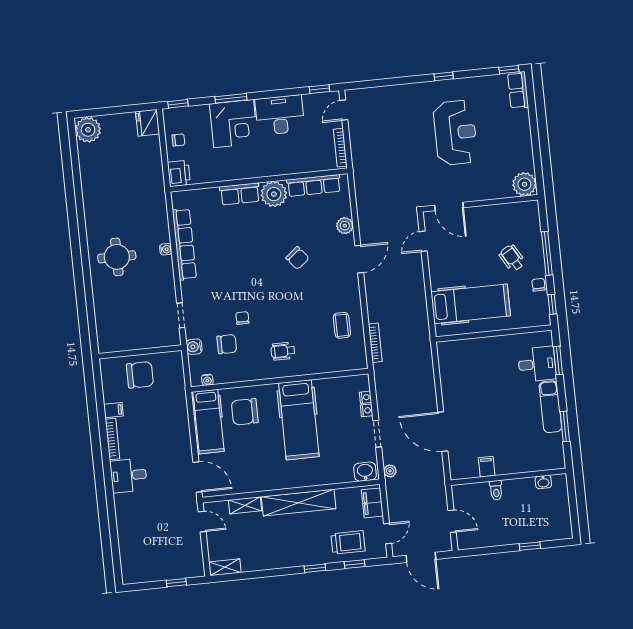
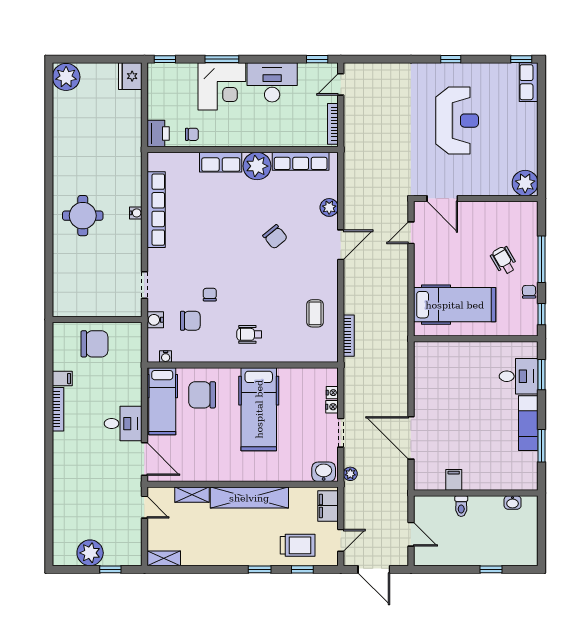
chair: (178, 140) -> (192, 134), moved
desk: (129, 475) -> (123, 424), moved, turned 180
plant: (156, 569) -> (90, 553), added

